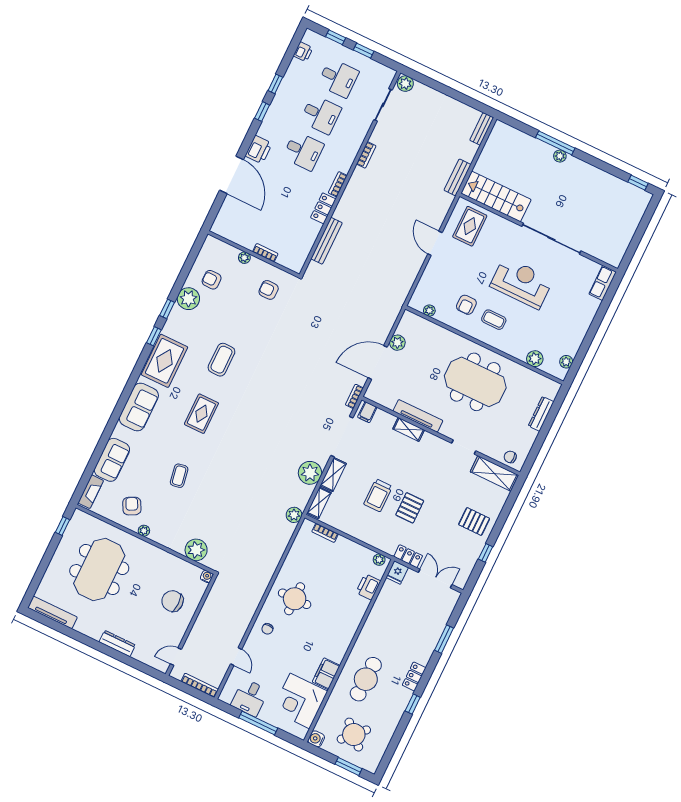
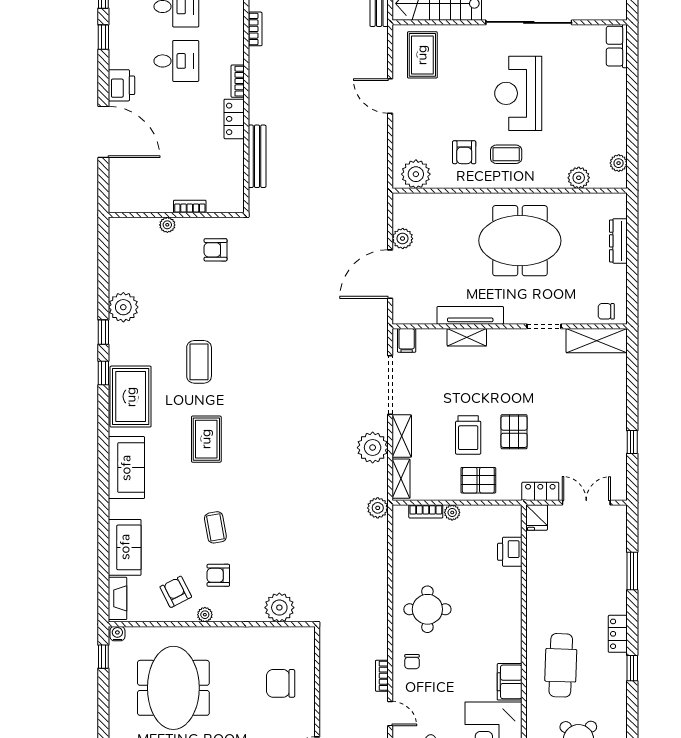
armchair: (212, 280) -> (218, 575), moved
reception desk: (522, 283) -> (518, 93), turned -90
plant: (429, 311) -> (416, 174), width x1.87, depth x1.87
bookcase: (354, 396) -> (382, 676), moved
pallet: (474, 521) -> (478, 480), moved
plant: (379, 560) -> (452, 513), moved
water cooler: (207, 577) -> (117, 634), moved

